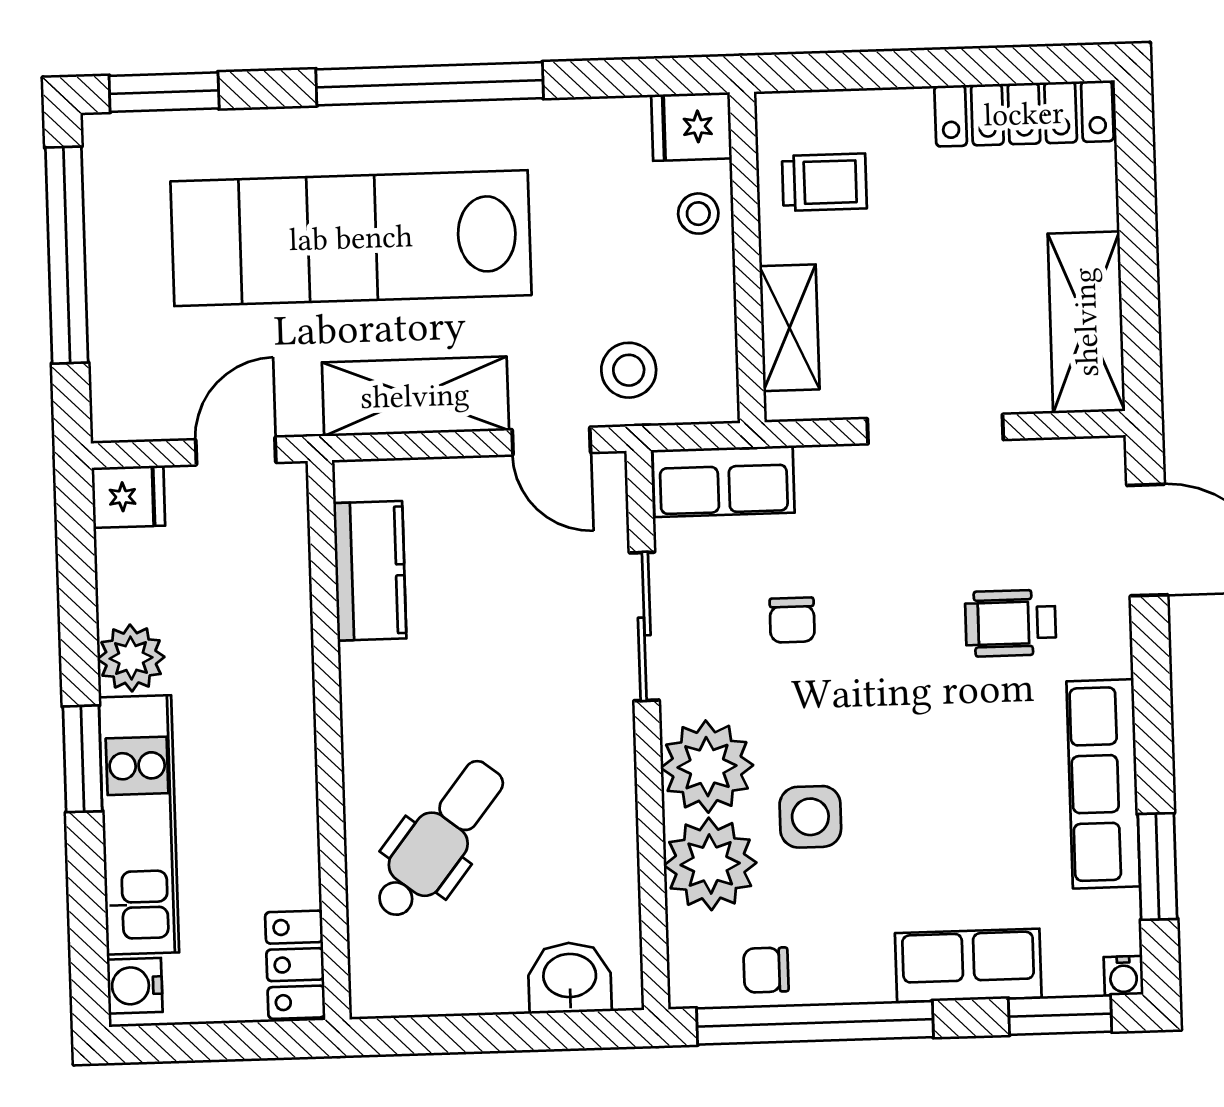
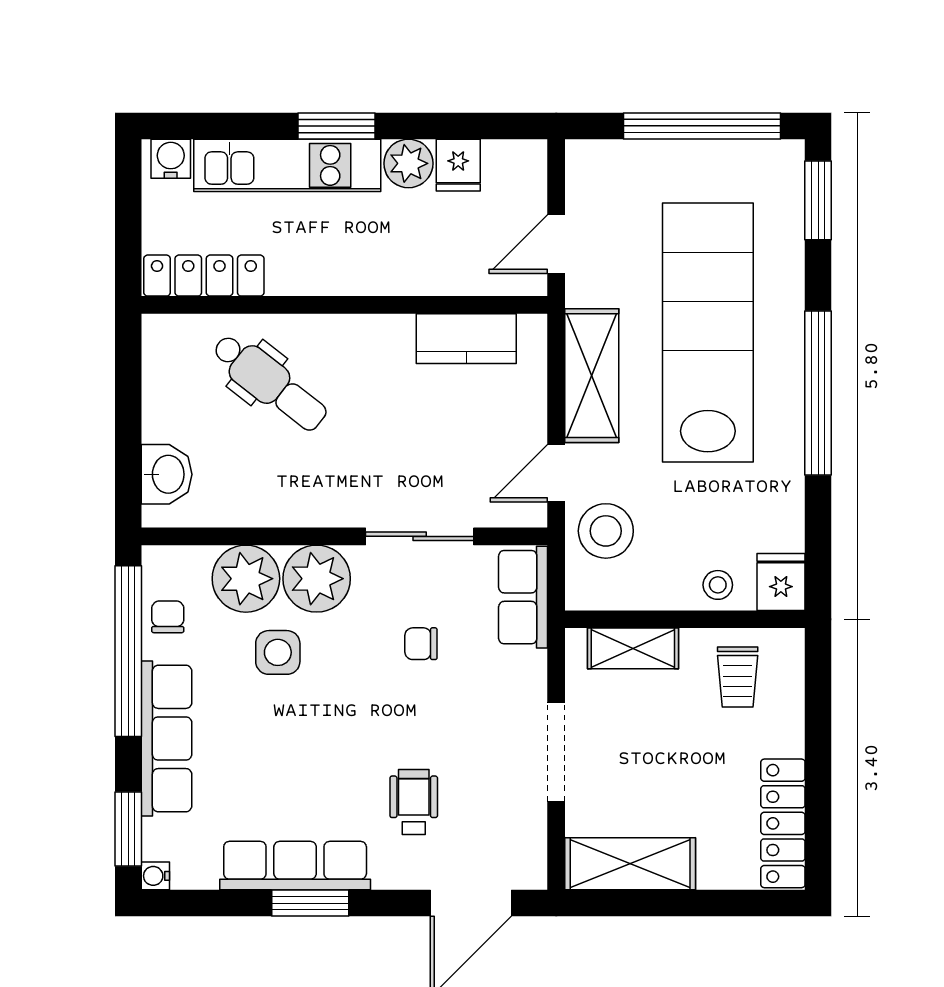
stool: (629, 370) -> (606, 531), width x1.38, depth x1.38
door: (236, 451) -> (556, 244), swing flipped
fridge: (128, 497) -> (458, 165), moved
window: (1157, 866) -> (310, 903), moved
locker: (295, 965) -> (204, 276), width x1.53
row of seats: (968, 965) -> (167, 738), width x1.48

